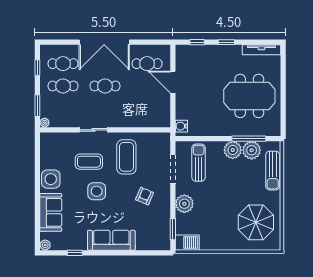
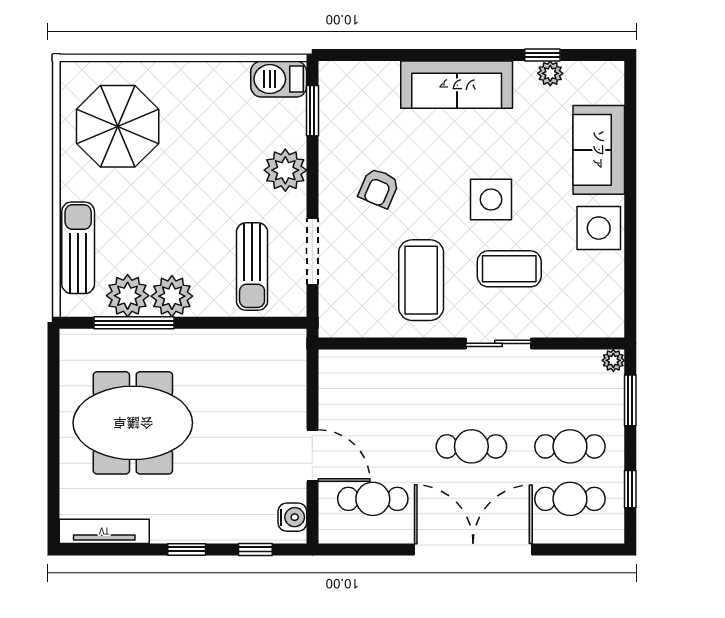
water cooler: (181, 126) -> (292, 517), moved
plant: (45, 245) -> (550, 73), moved

